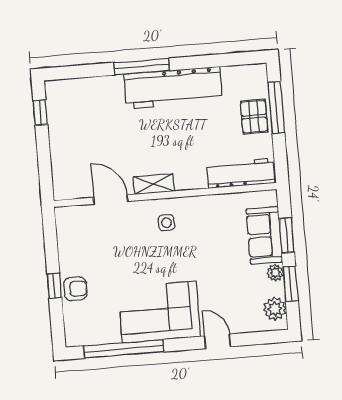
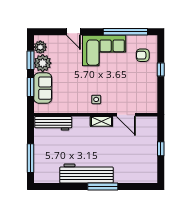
window: (40, 112) -> (161, 149), moved
pallet: (254, 117) -> (43, 154), removed
plant: (275, 272) -> (43, 63), width x1.87, depth x1.87
armchair: (75, 289) -> (143, 55), moved

